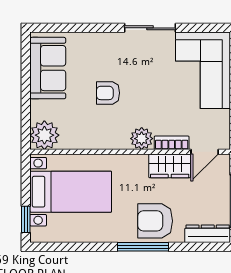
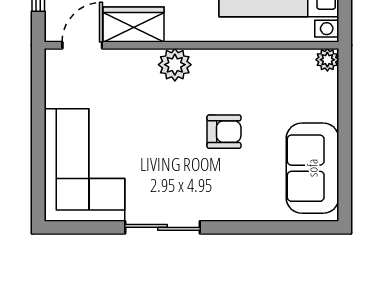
plant: (44, 135) -> (327, 60), width x0.53, depth x0.53
bookcase: (172, 143) -> (131, 58), removed

